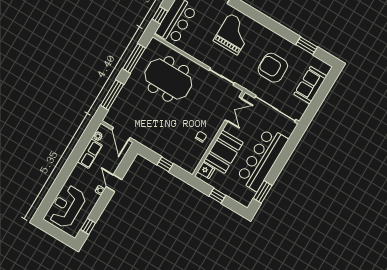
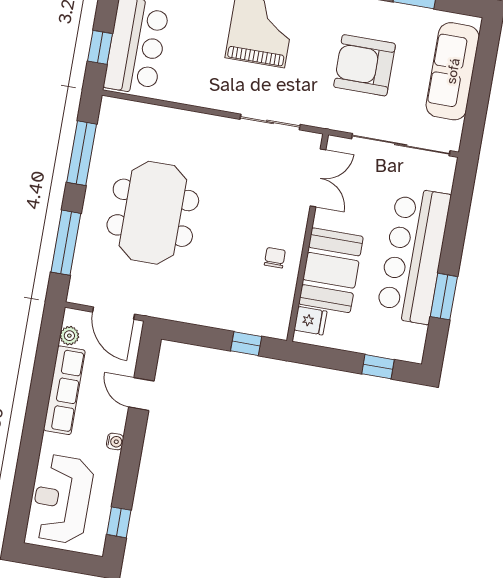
meeting table: (168, 79) -> (153, 213), moved, turned 90
sofa: (310, 85) -> (453, 71), width x1.36
row of seats: (90, 154) -> (64, 390), width x1.48
window: (165, 164) -> (246, 344), moved
door: (114, 183) -> (141, 394), moved
window: (263, 192) -> (444, 297), moved
window: (217, 196) -> (378, 367), moved

